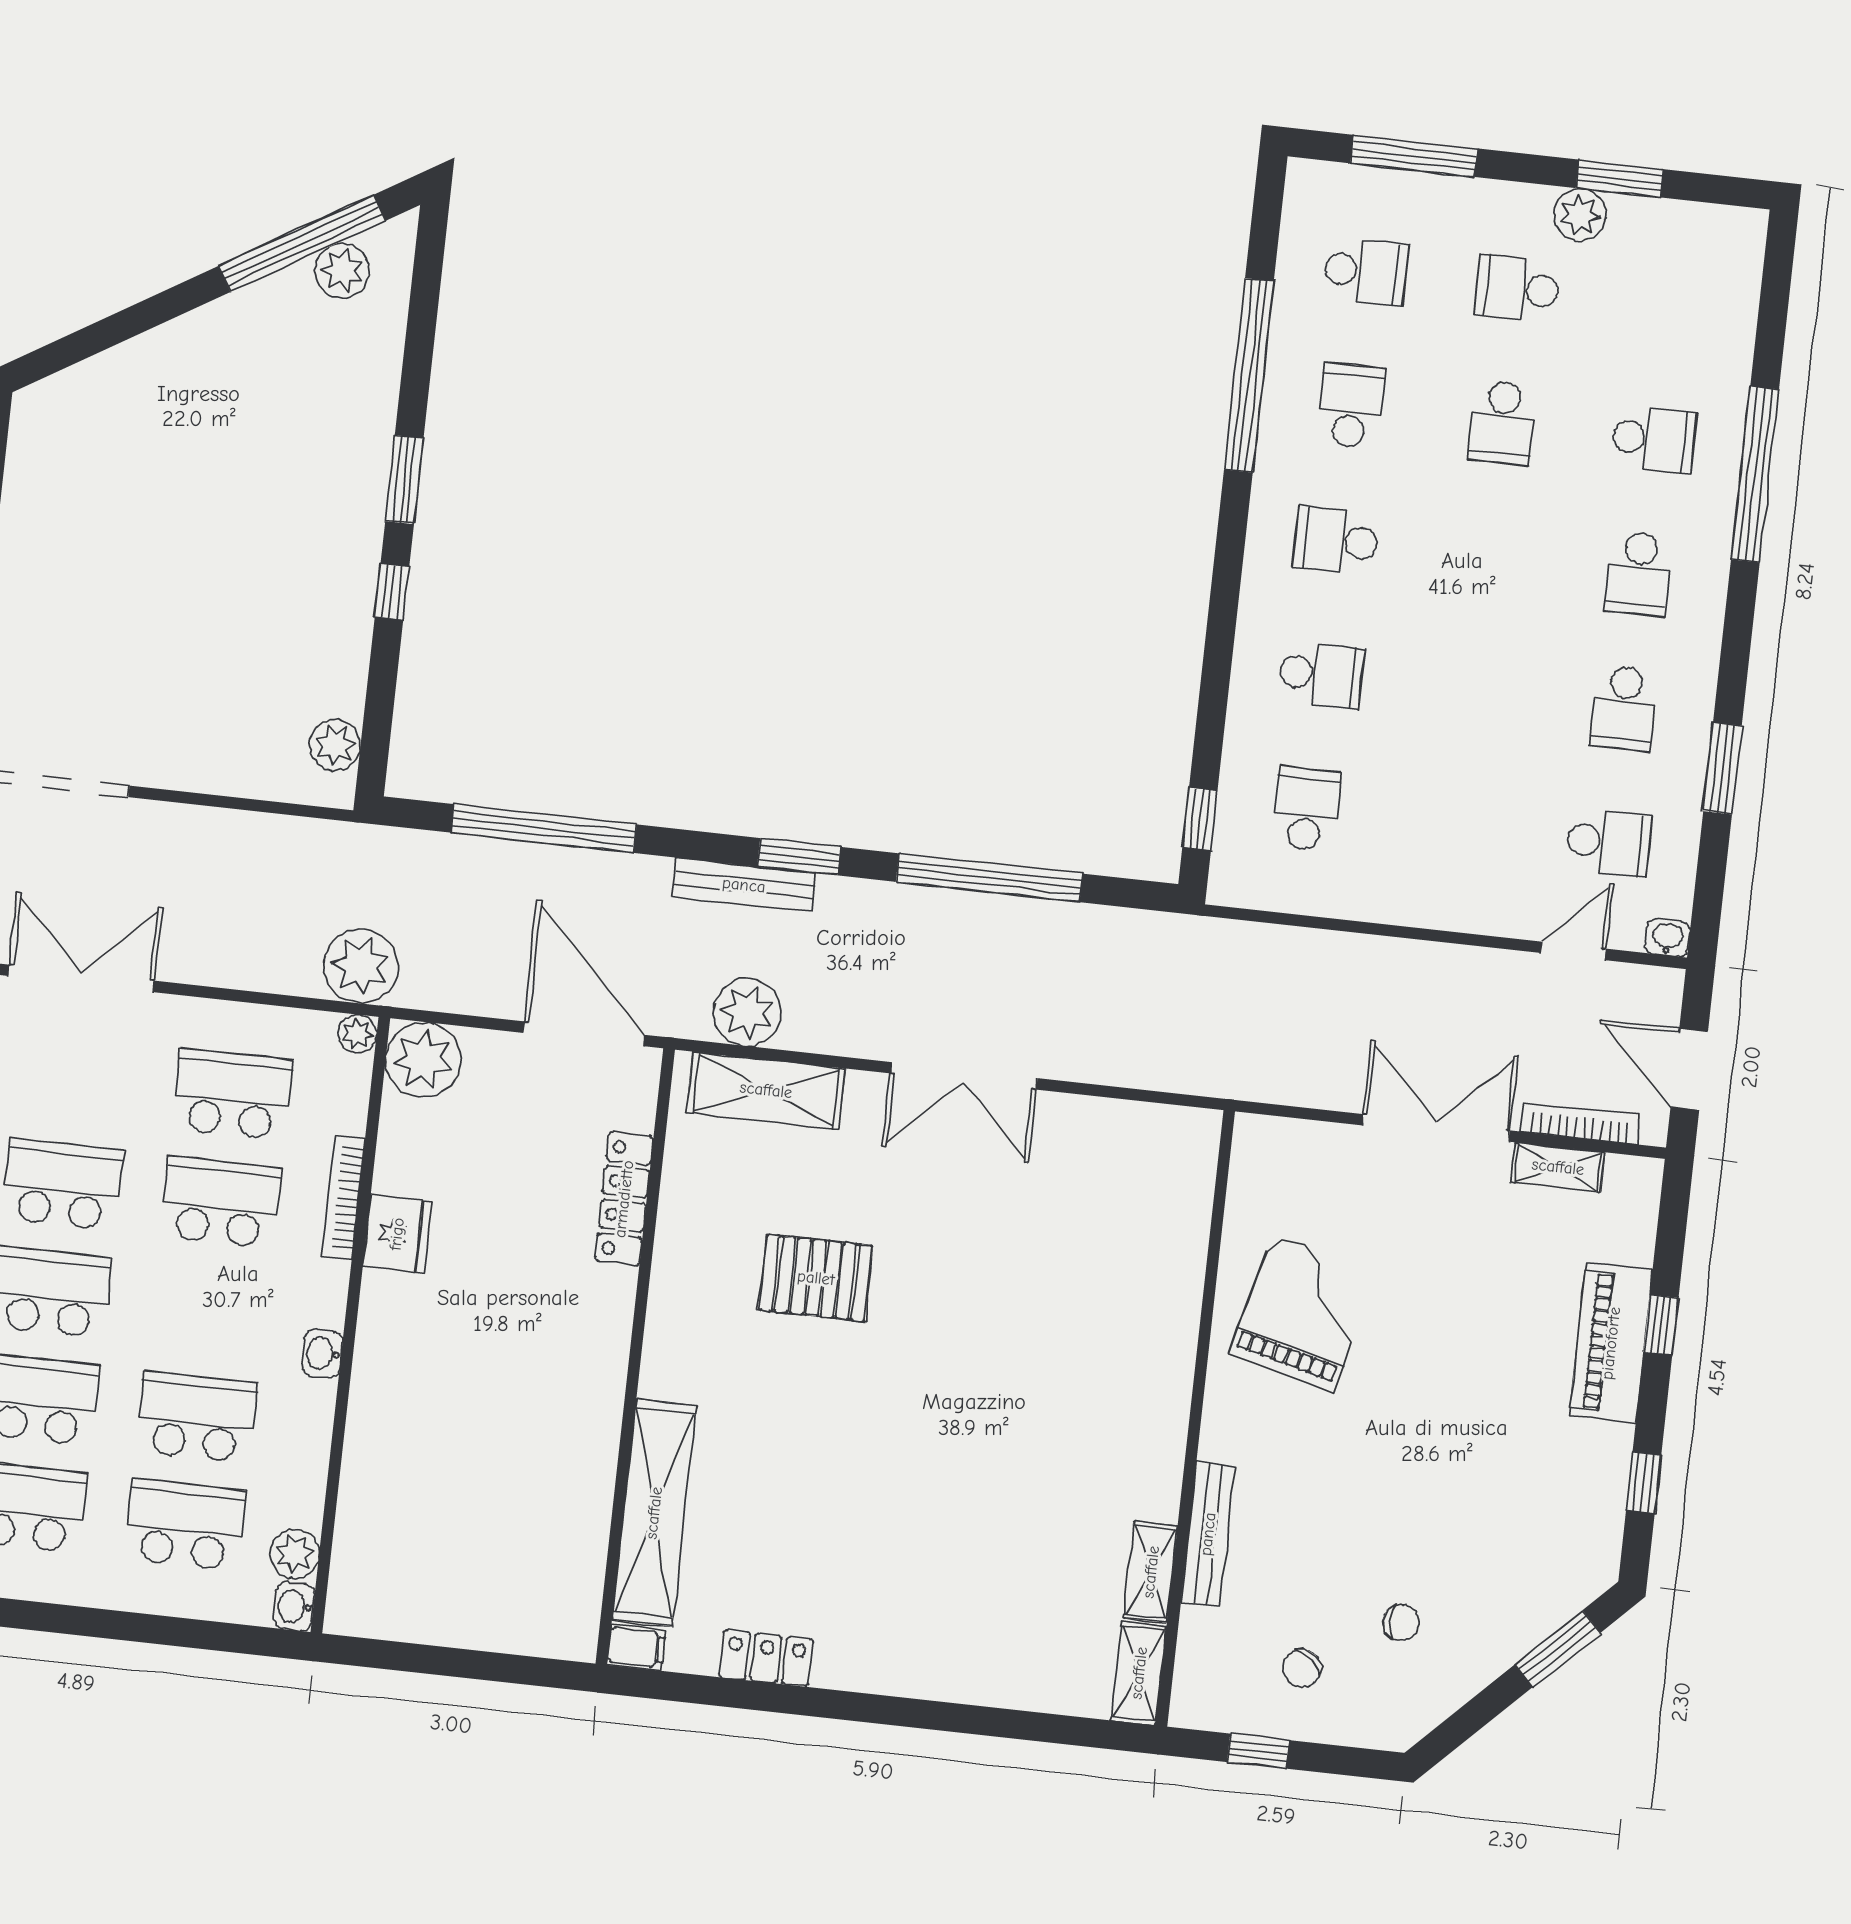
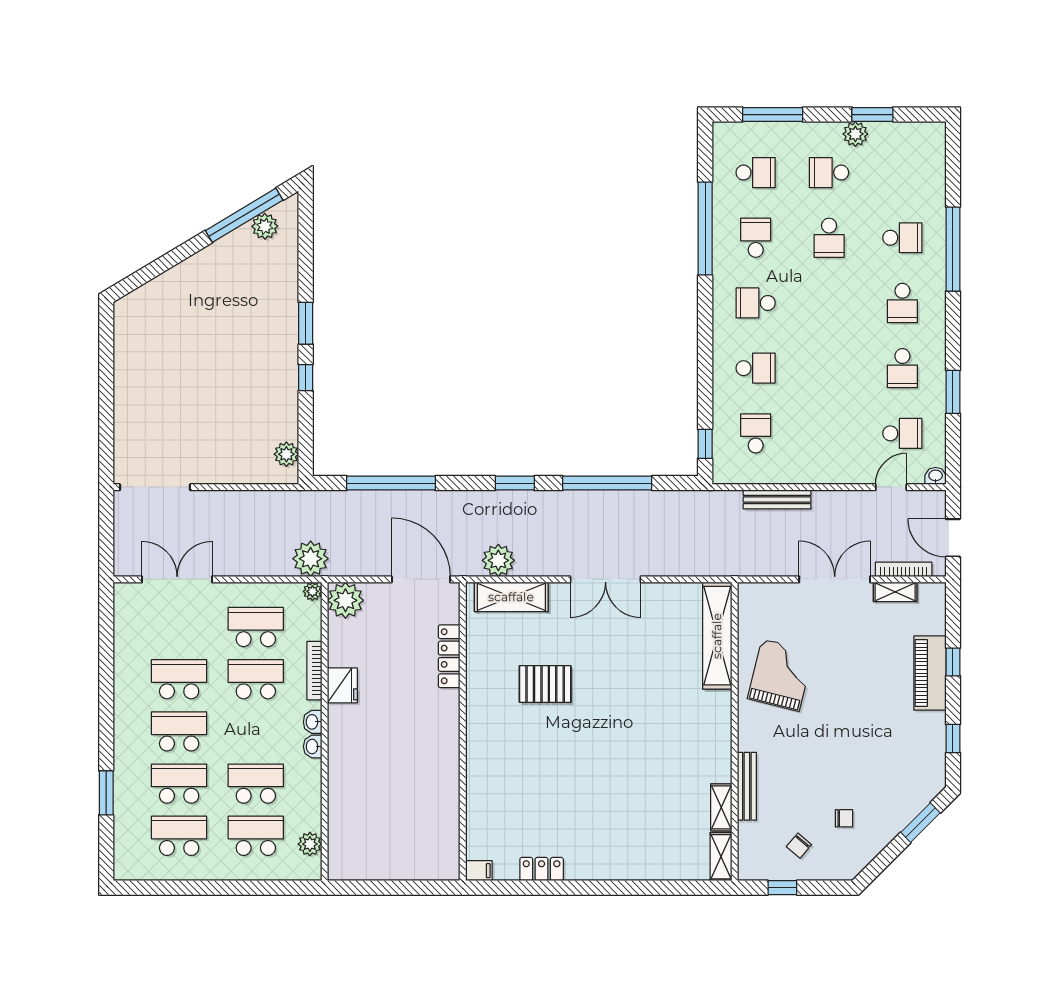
bench: (744, 885) -> (777, 499), moved
shelving: (654, 1513) -> (717, 636), moved
washbasin: (294, 1606) -> (313, 722), moved

